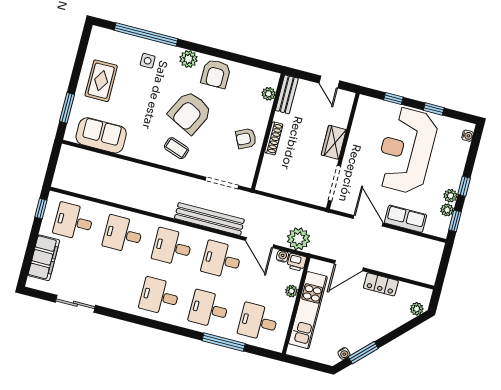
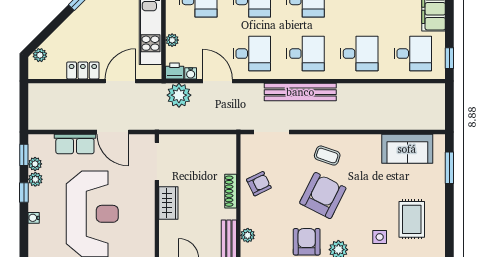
rug: (101, 81) -> (412, 219), moved
water cooler: (468, 136) -> (34, 218), moved
bench: (209, 219) -> (300, 92), moved

